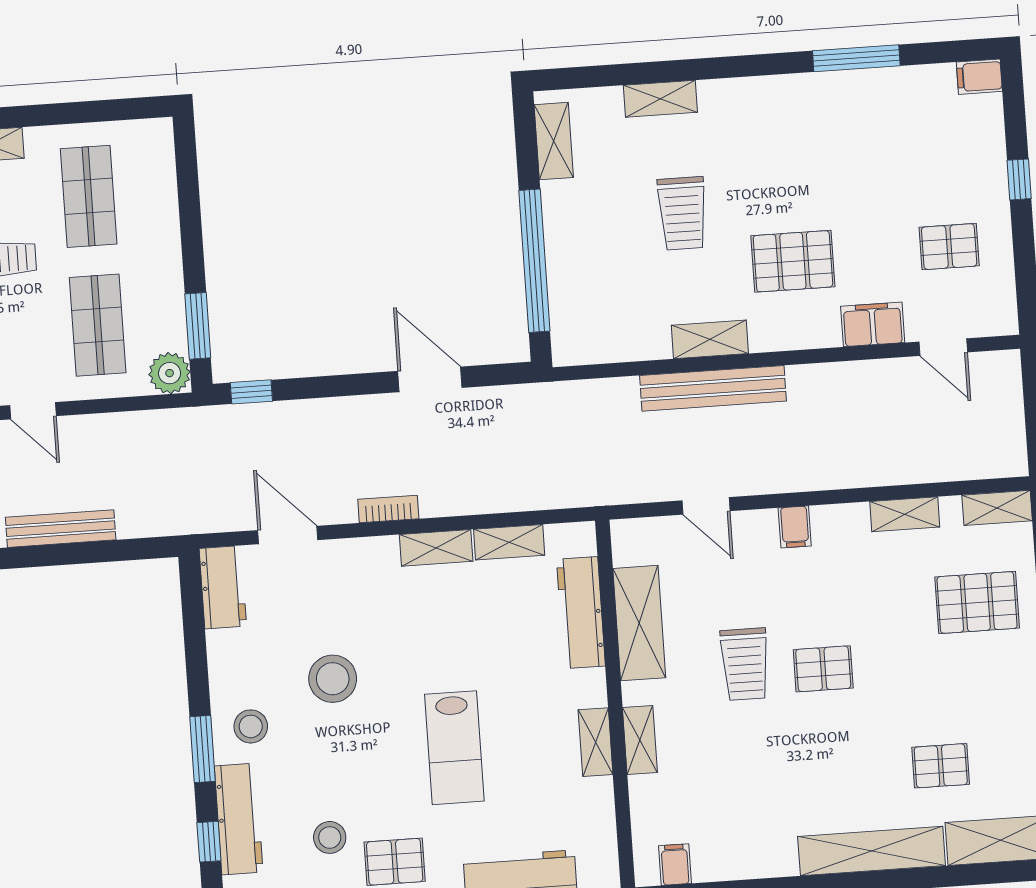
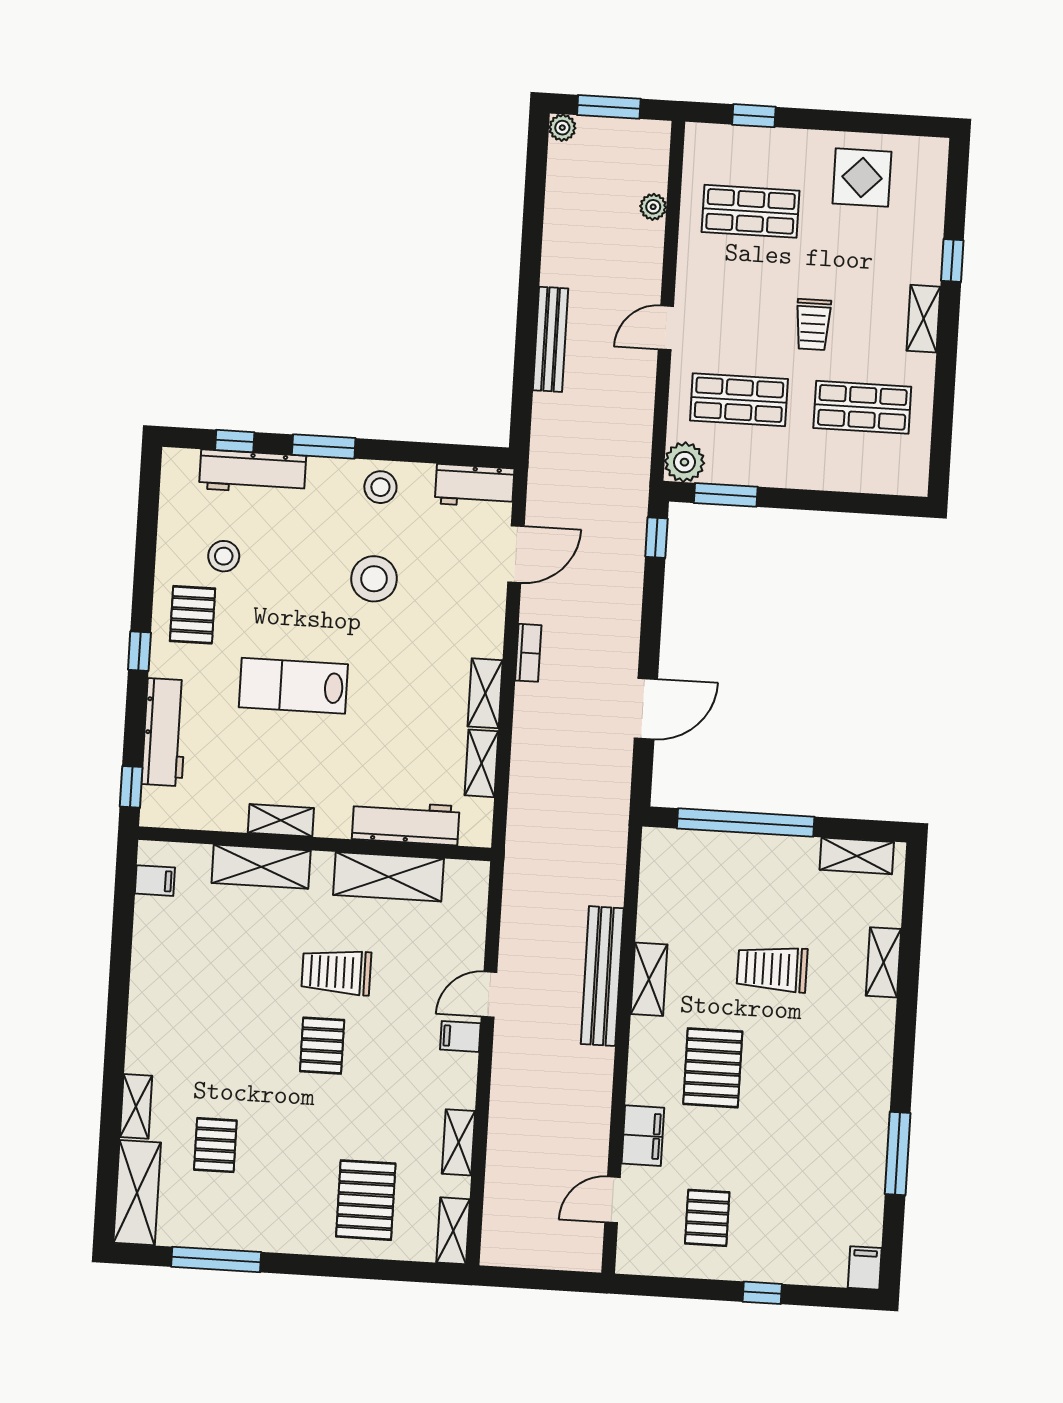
door: (706, 506) -> (489, 994), moved
stool: (251, 726) -> (380, 487), moved
shelving: (640, 740) -> (261, 867), width x1.50, depth x1.33
shelving: (872, 851) -> (136, 1106), width x0.45, depth x0.75

